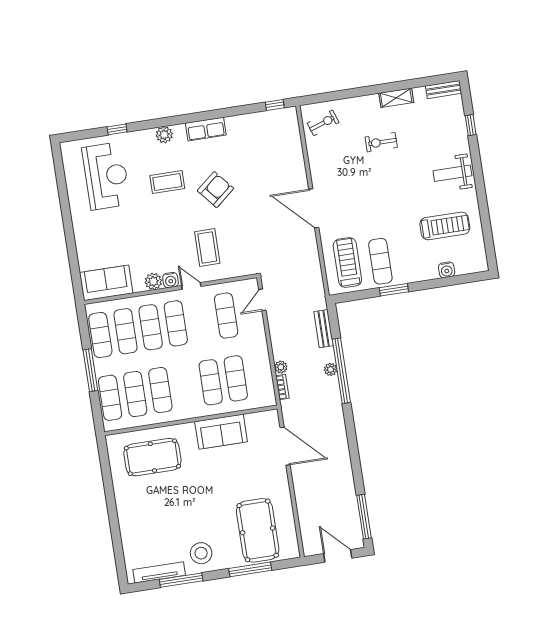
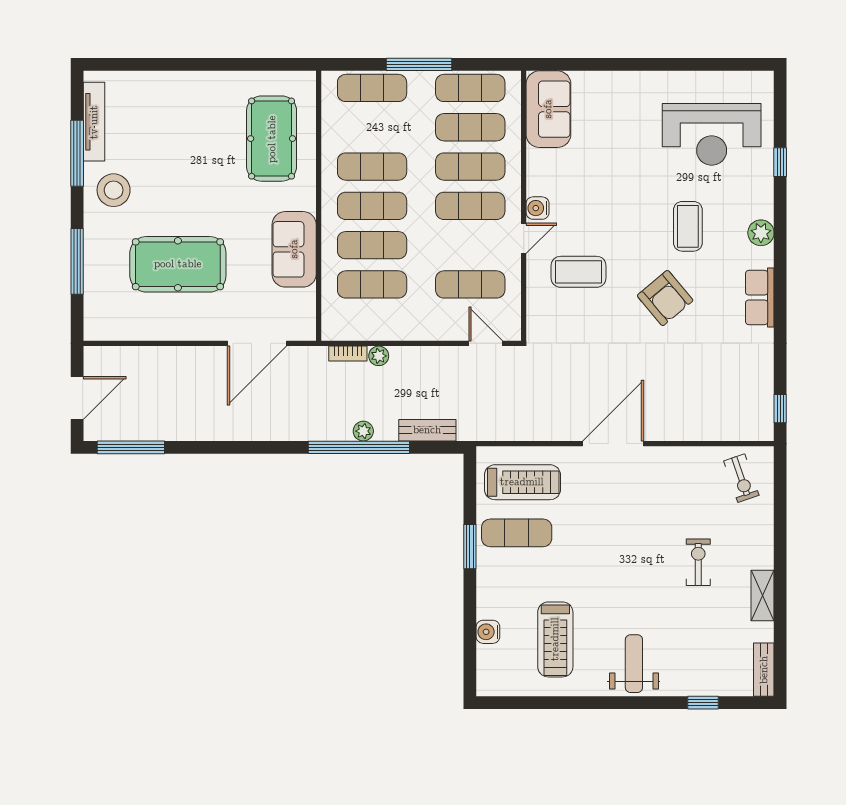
plant: (153, 281) -> (540, 181), removed
exercise mat: (135, 394) -> (372, 206), moved
pool table: (258, 530) -> (178, 264), moved

